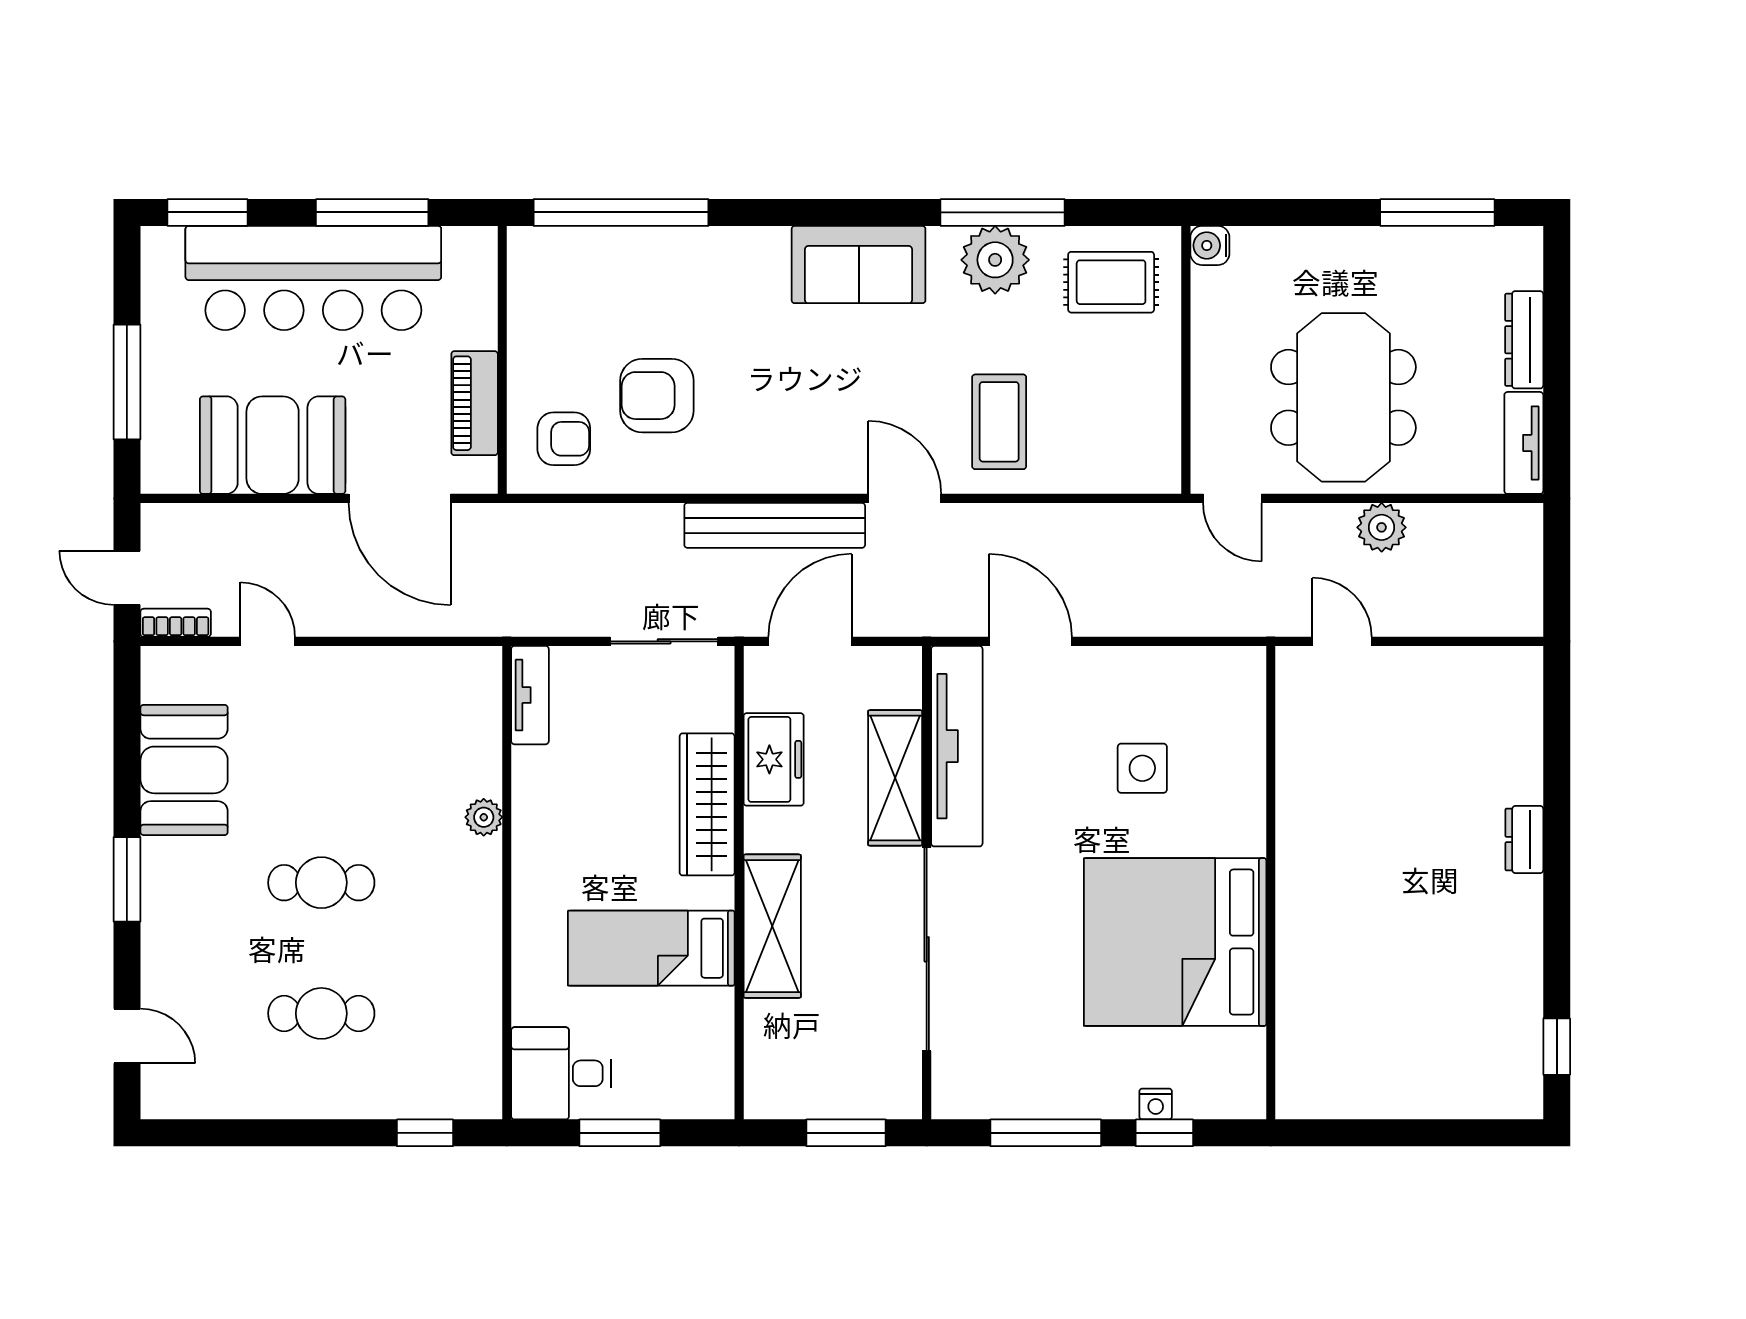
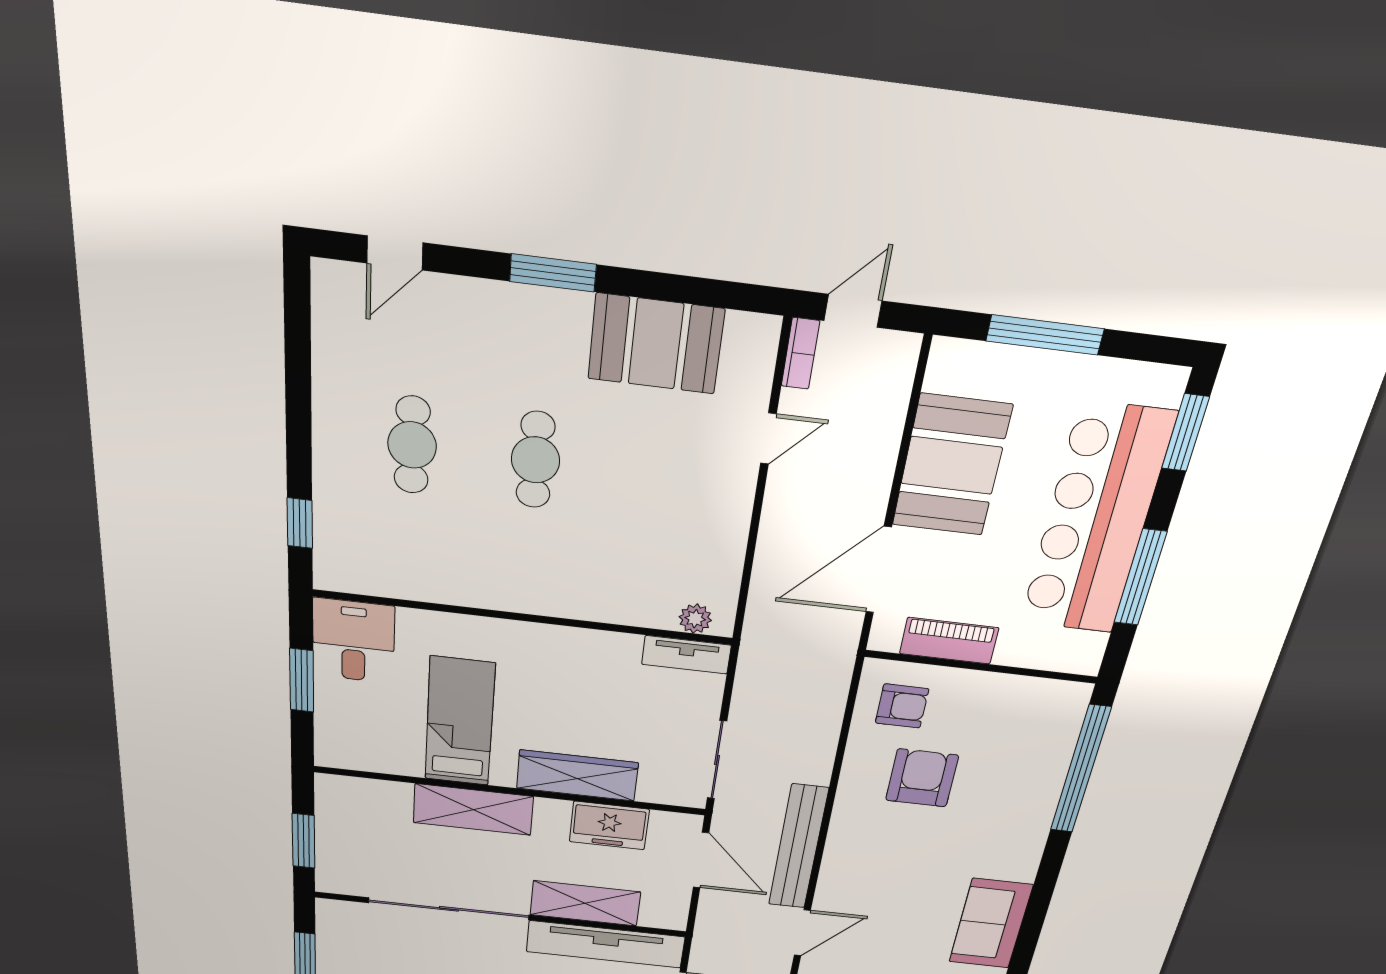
armchair: (564, 439) -> (902, 706), turned -90
plant: (484, 817) -> (695, 619), moved

